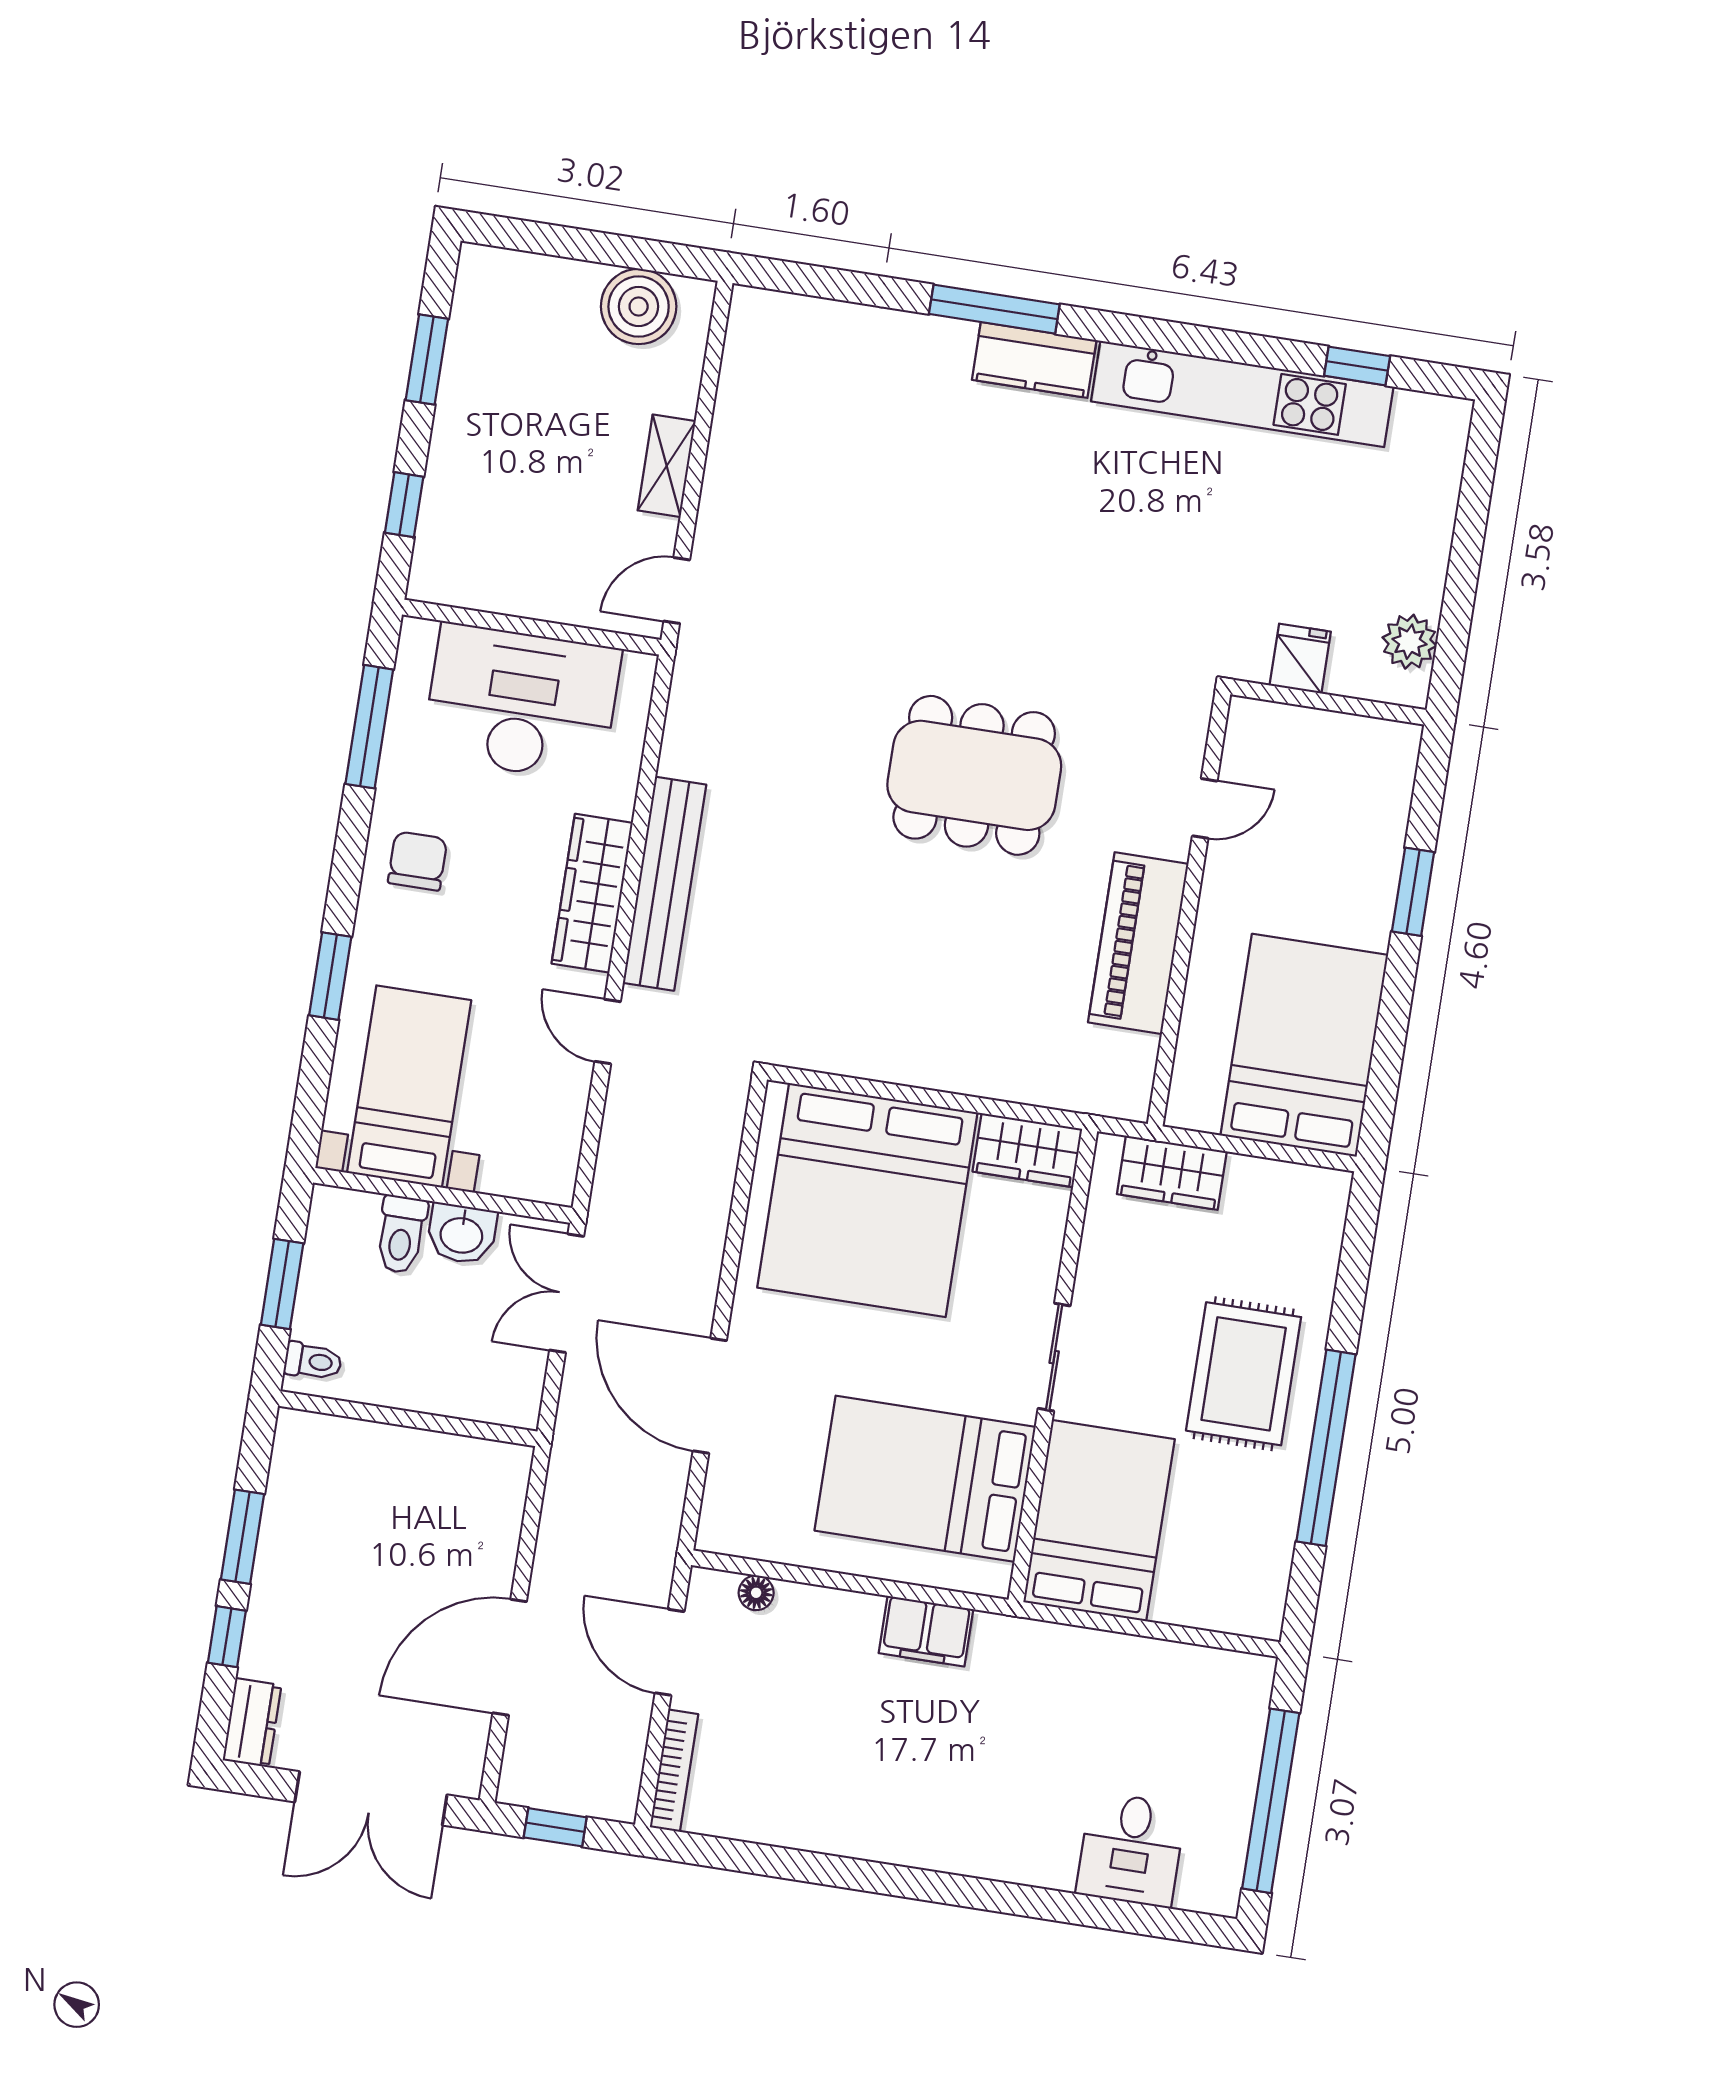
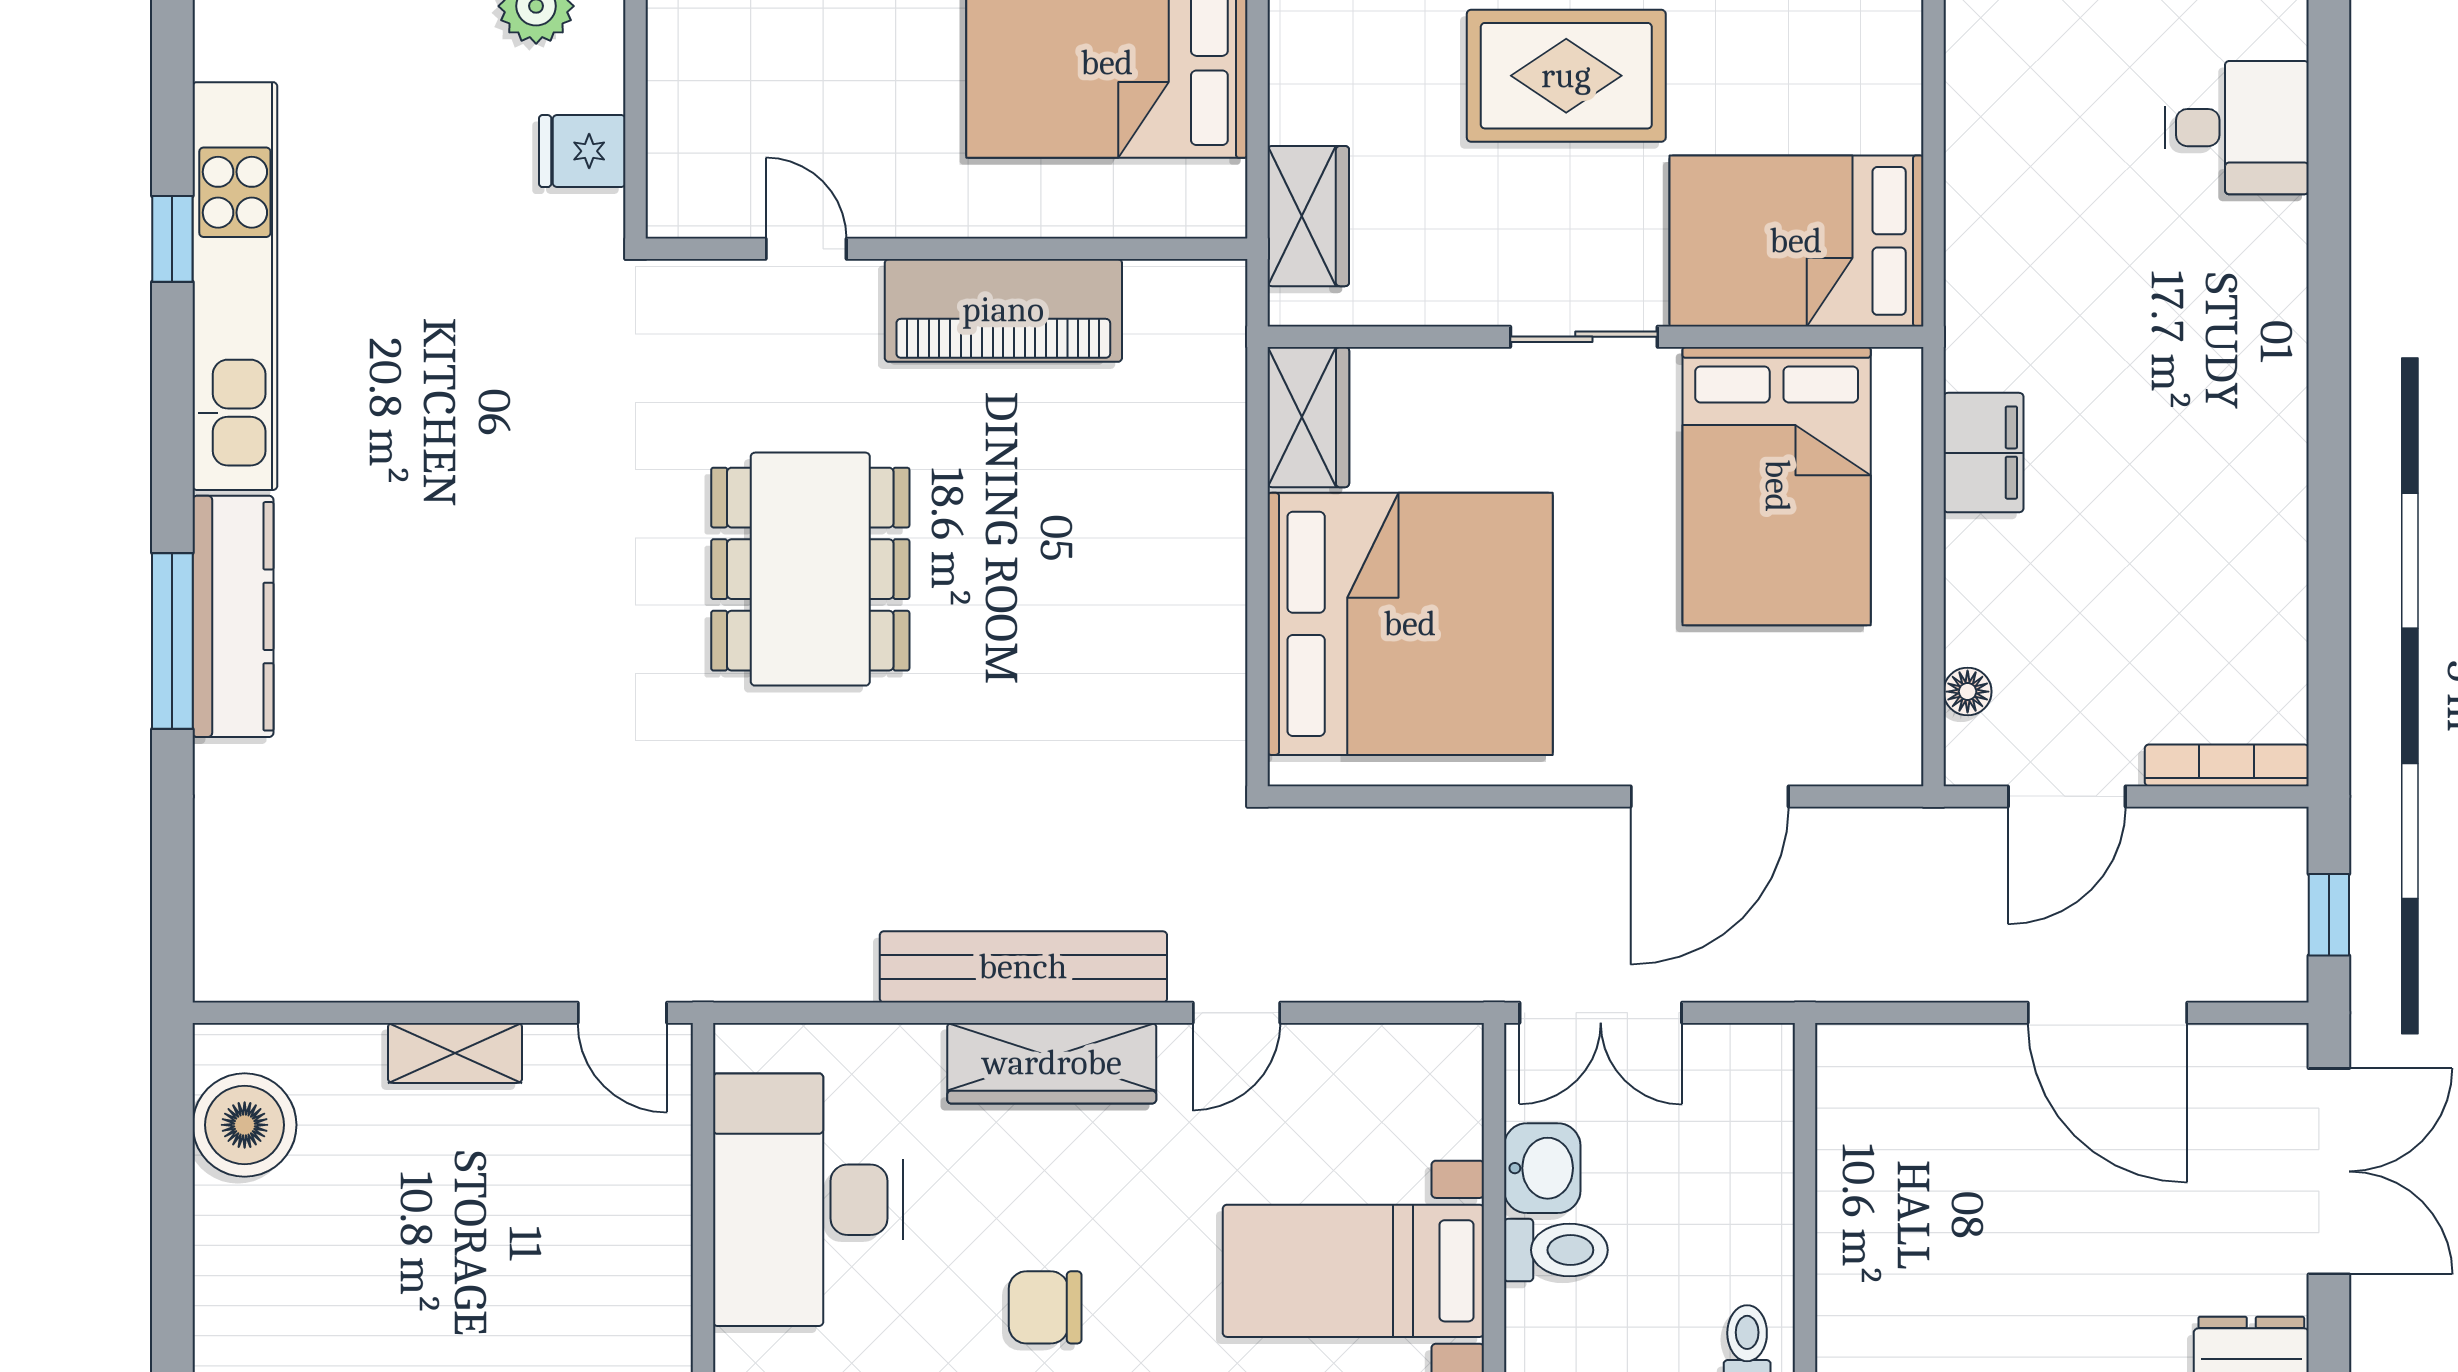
kitchen counter: (1034, 360) -> (233, 616), width x1.50
window: (1357, 366) -> (172, 239), moved

